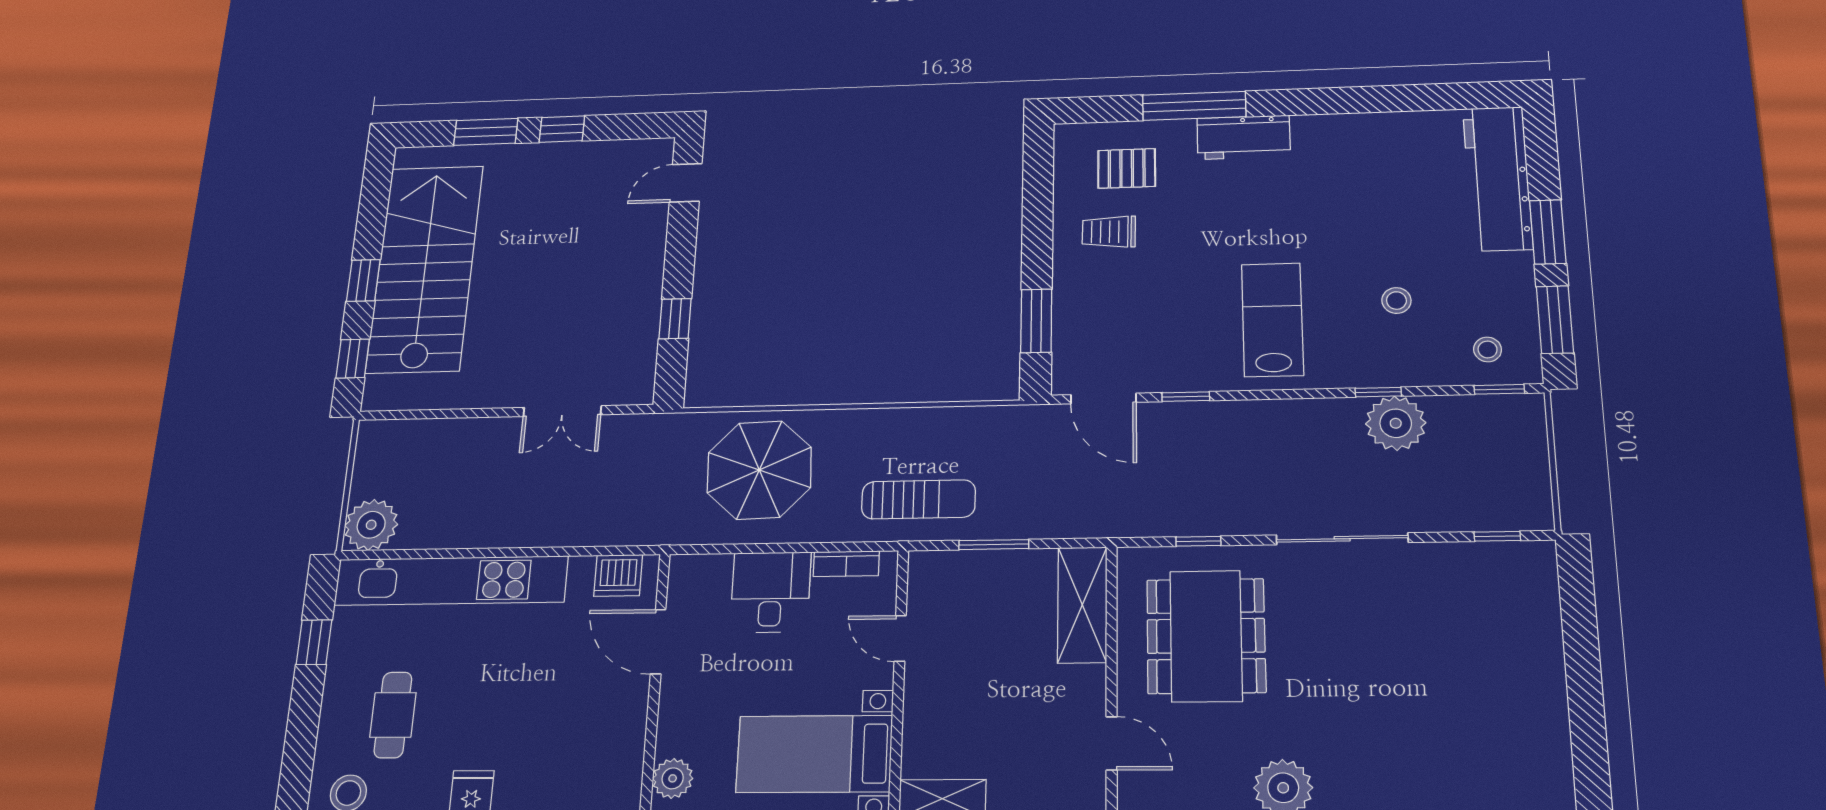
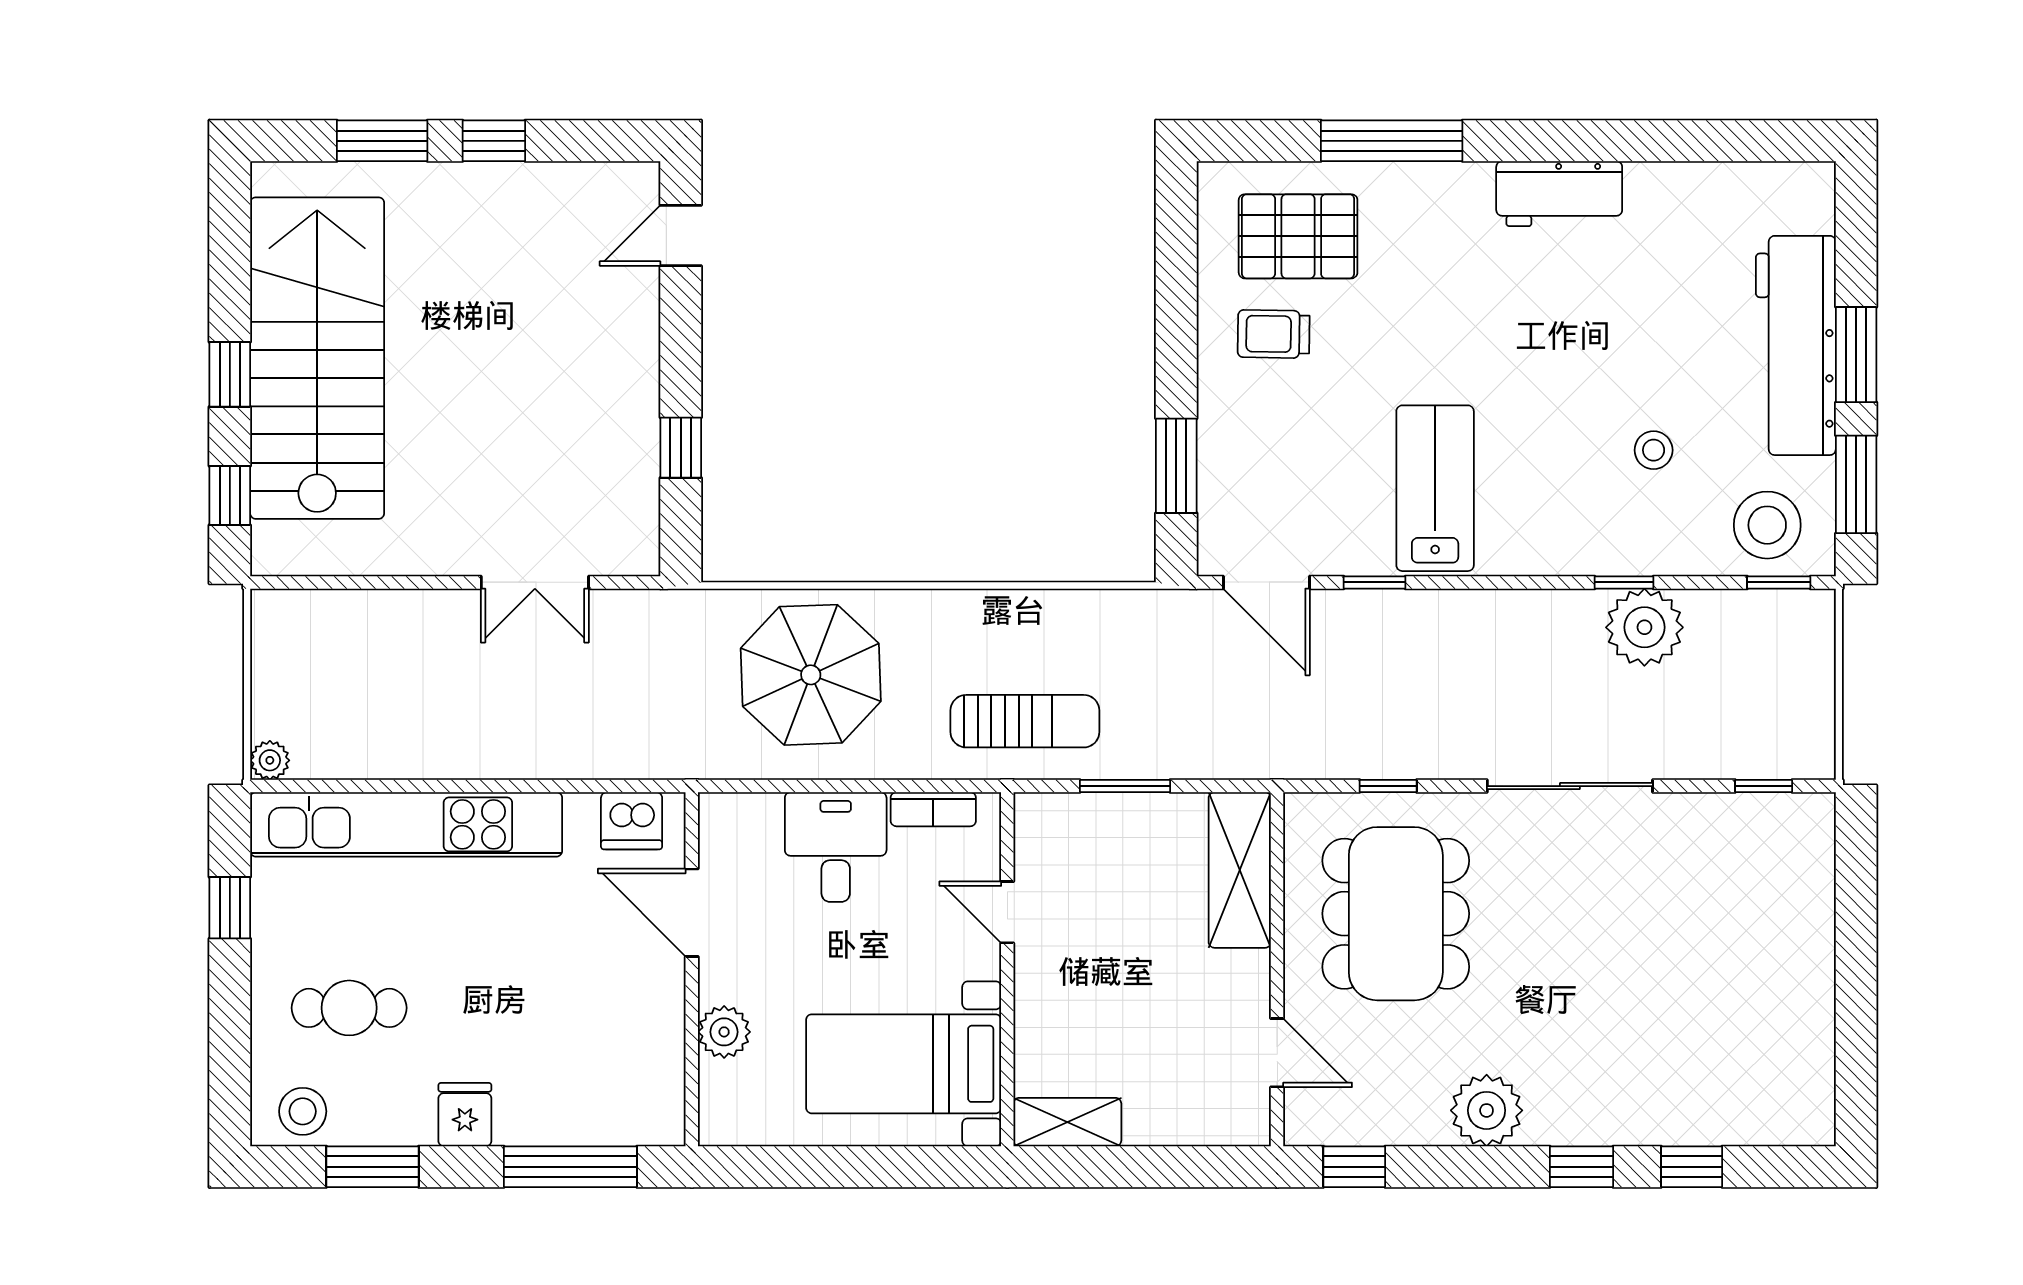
workbench: (1243, 137) -> (1559, 194), moved
pallet: (1127, 168) -> (1298, 236), width x1.50, depth x1.42
workbench: (1498, 178) -> (1796, 345), moved
lab bench: (1272, 320) -> (1435, 488), moved
stool: (1488, 349) -> (1767, 525), width x1.89, depth x1.89
plant: (371, 525) -> (270, 760), width x0.53, depth x0.53
cafe table: (393, 715) -> (349, 1008), turned 90
plant: (673, 778) -> (724, 1032), moved

